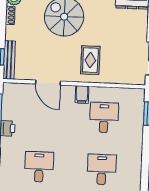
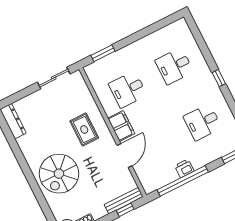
rug: (90, 60) -> (84, 129), turned 90
filing cabinet: (82, 94) -> (121, 126), width x2.00

